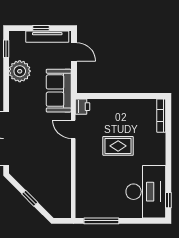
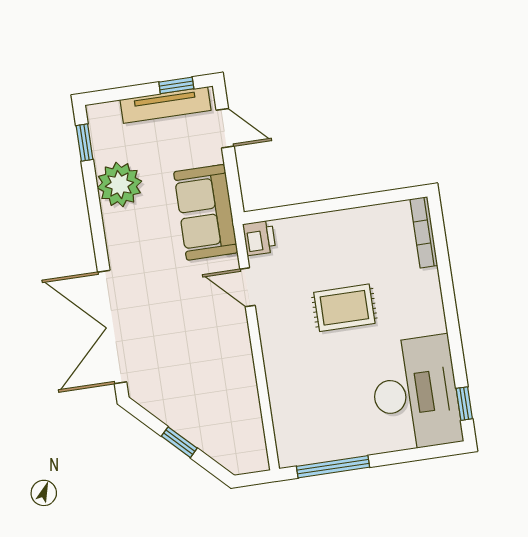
window: (41, 28) -> (176, 85), moved

